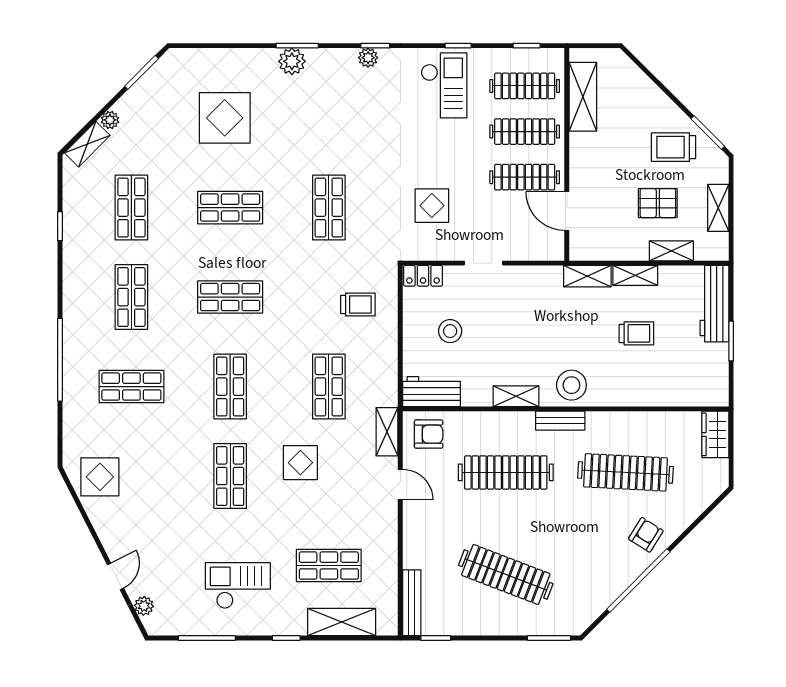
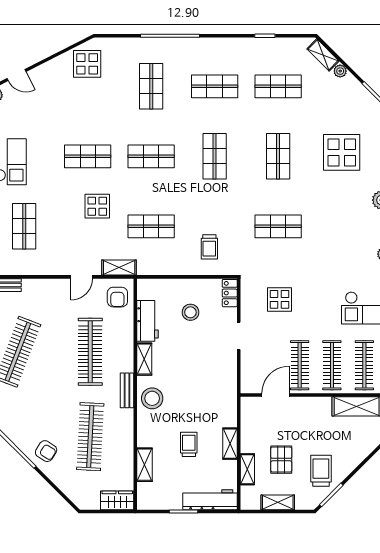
shelving: (587, 276) -> (144, 465), moved
trolley: (636, 333) -> (189, 444), turned 180
workbench: (431, 392) -> (148, 321), moved

